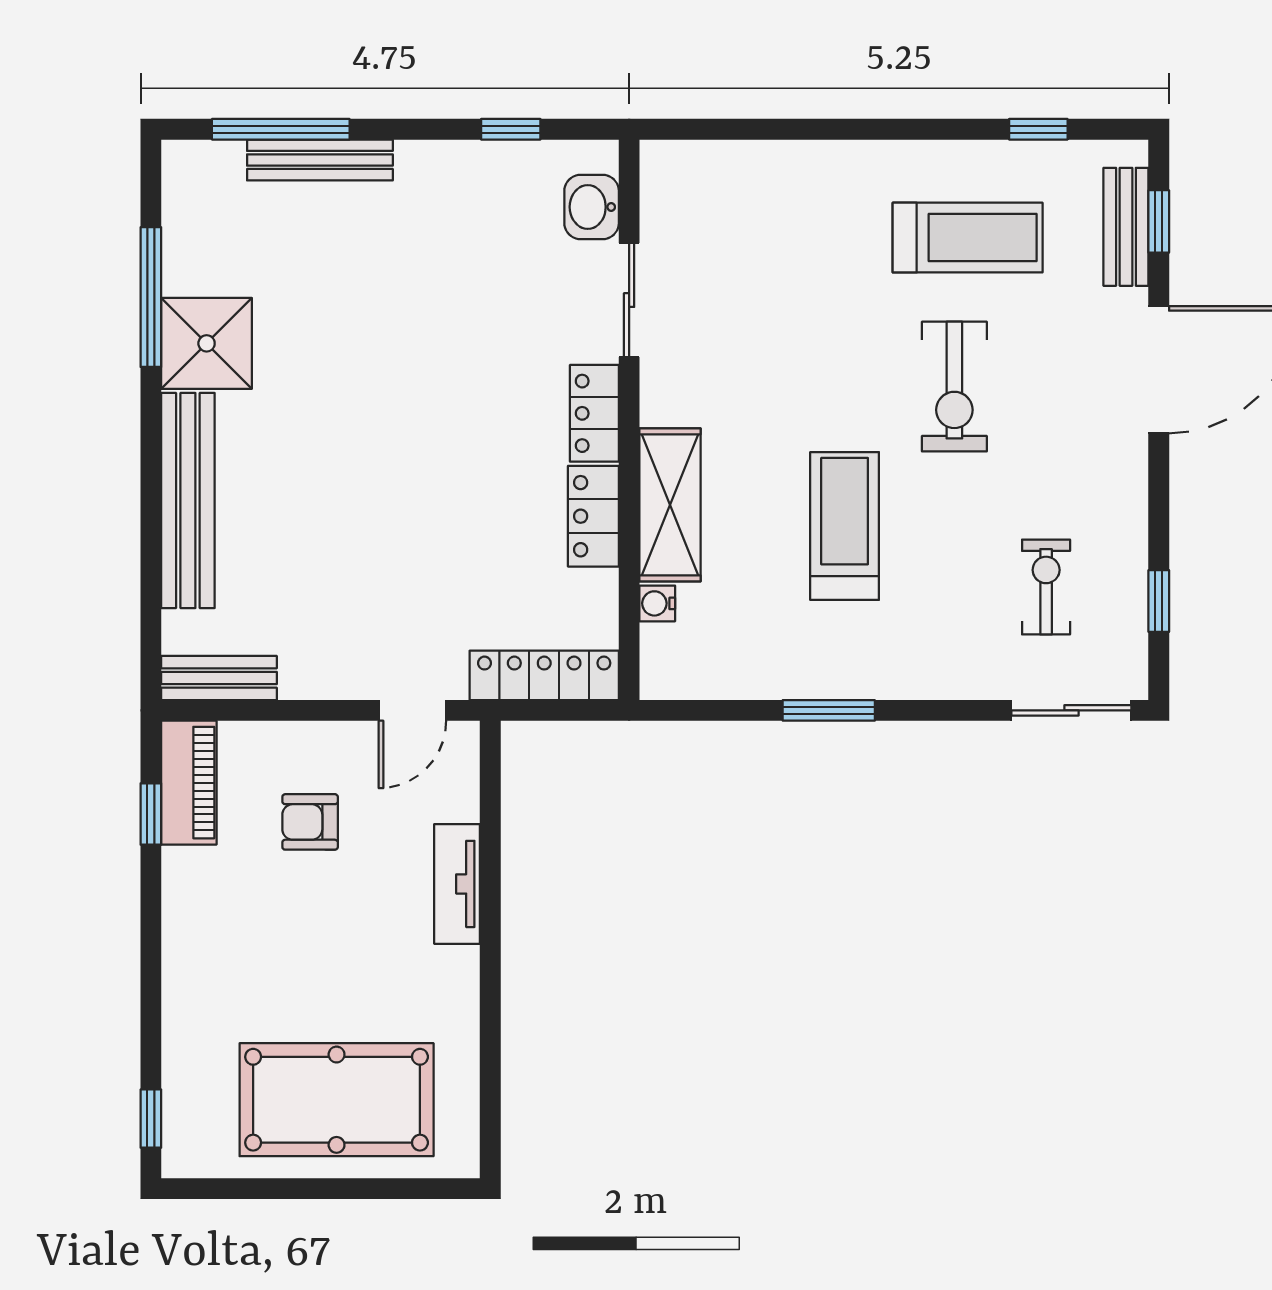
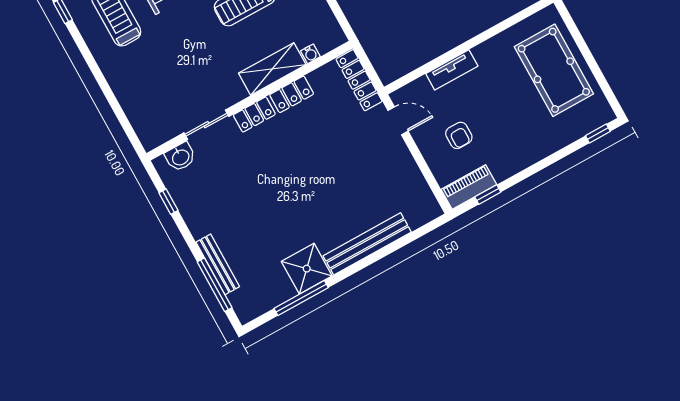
bench: (219, 678) -> (425, 197), removed

